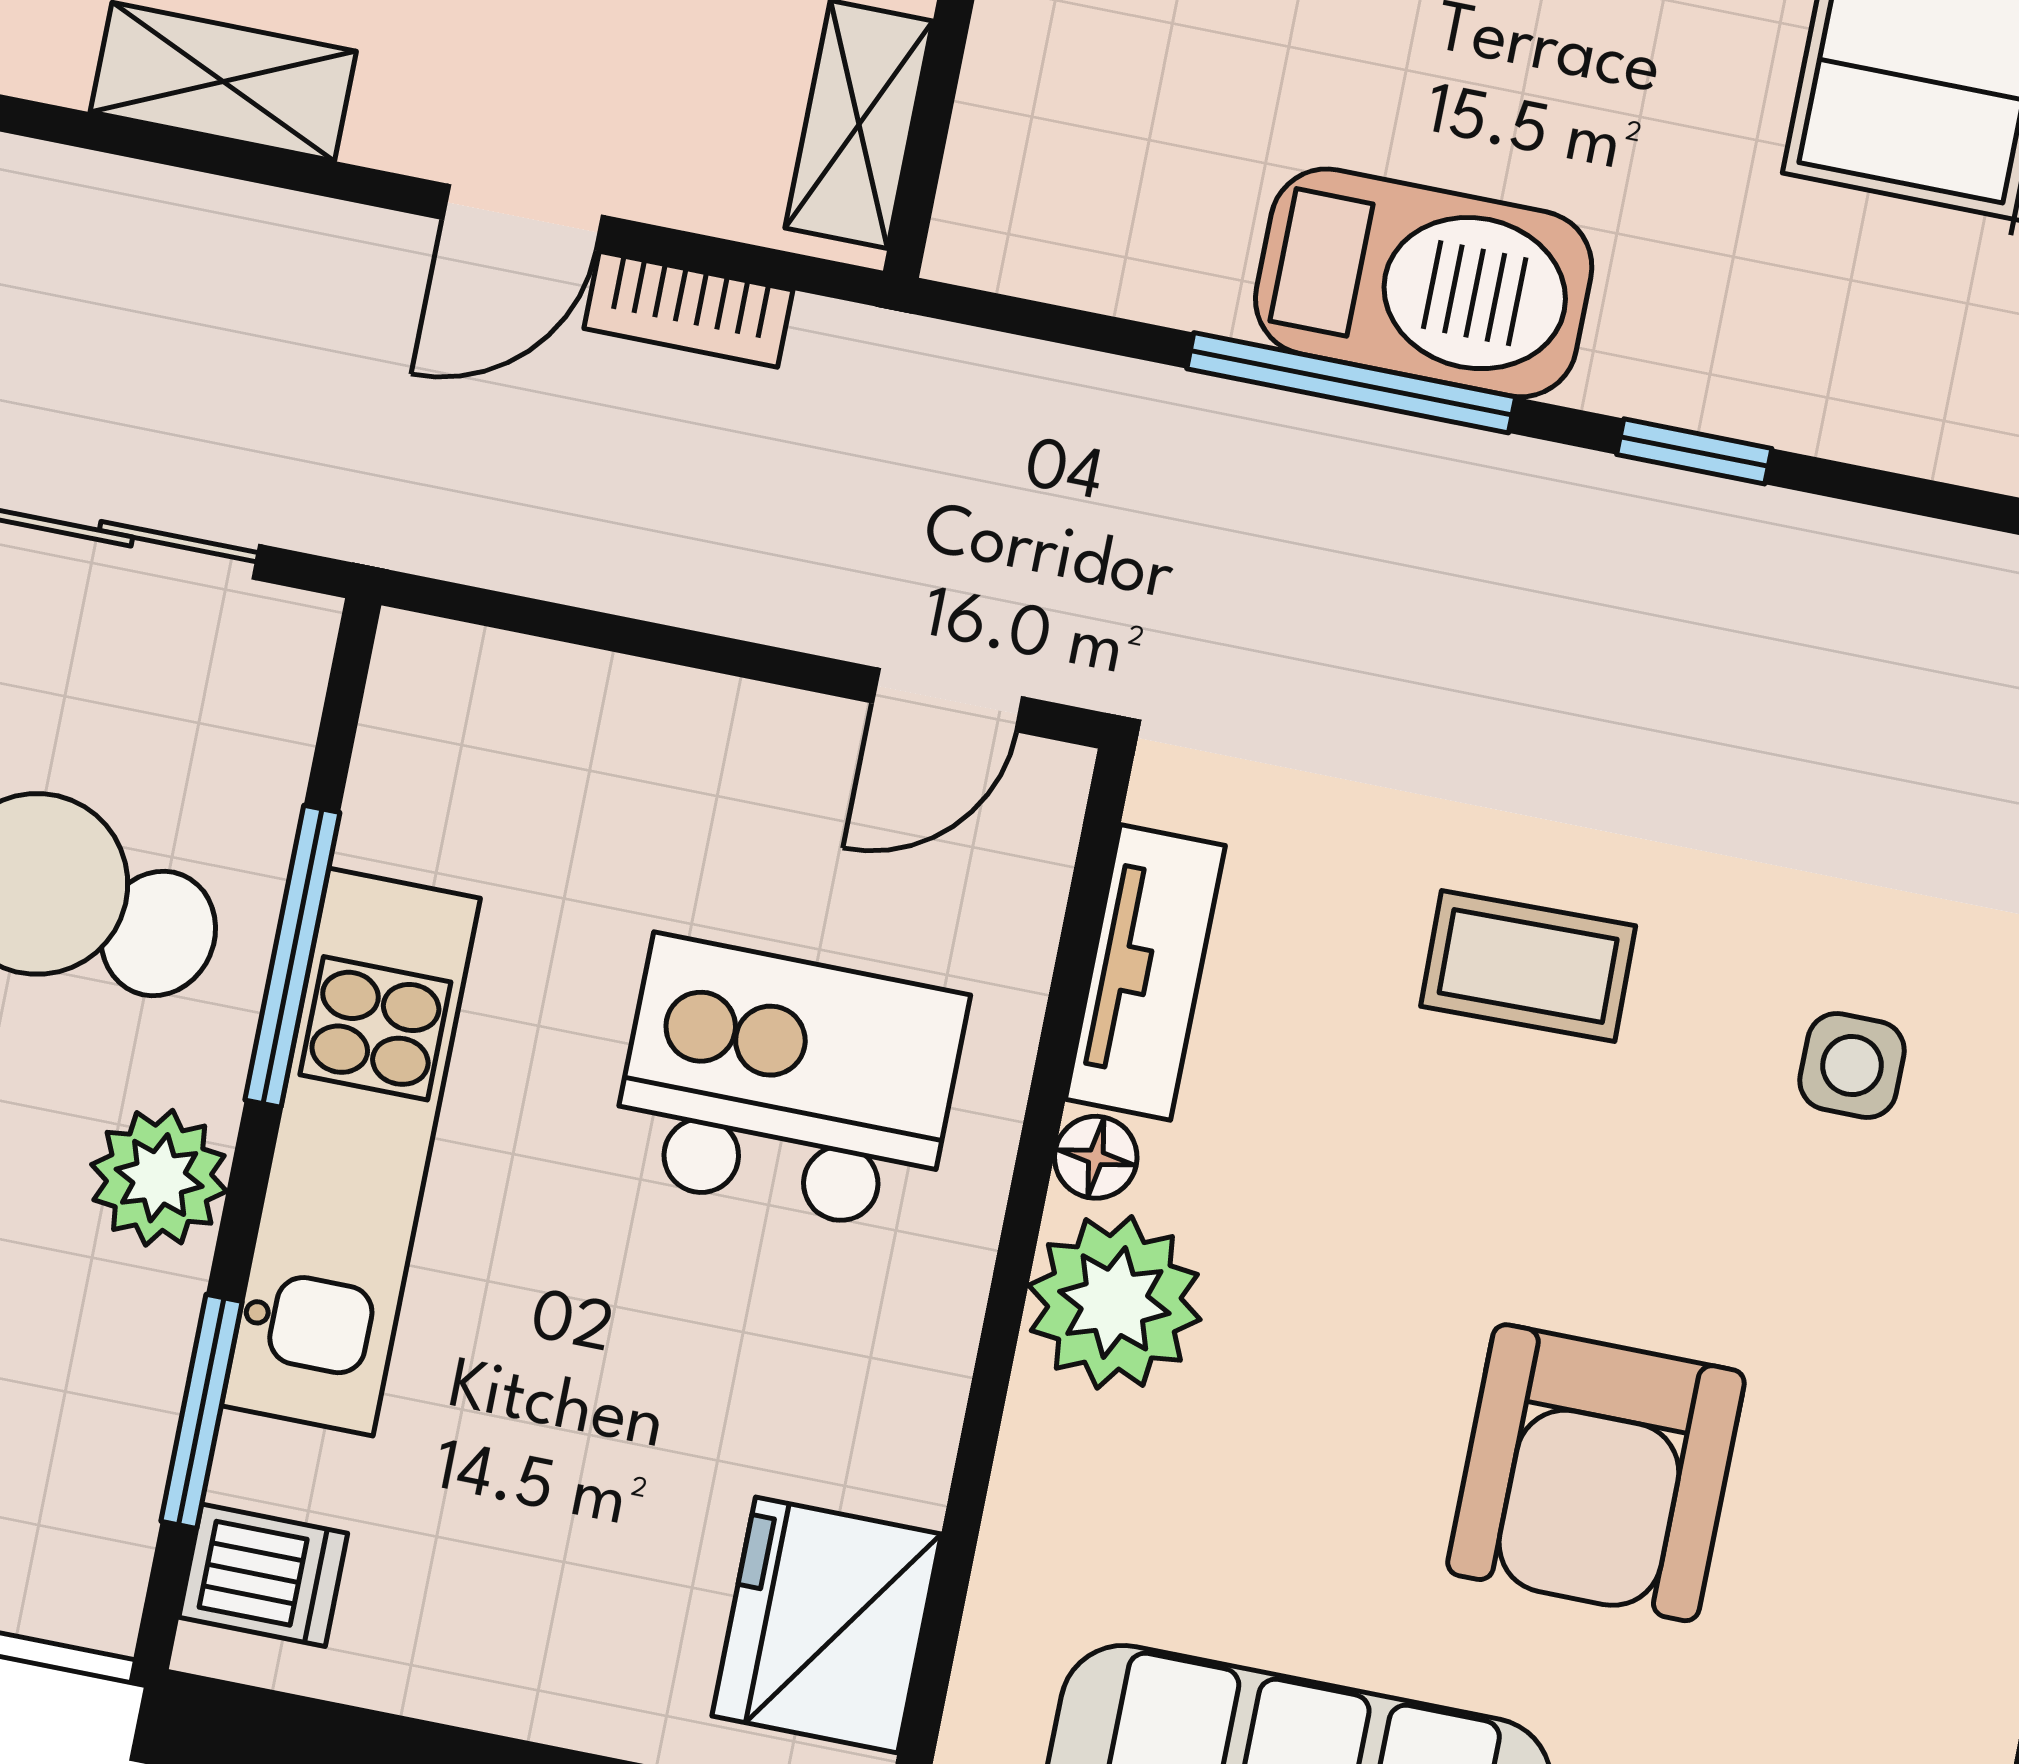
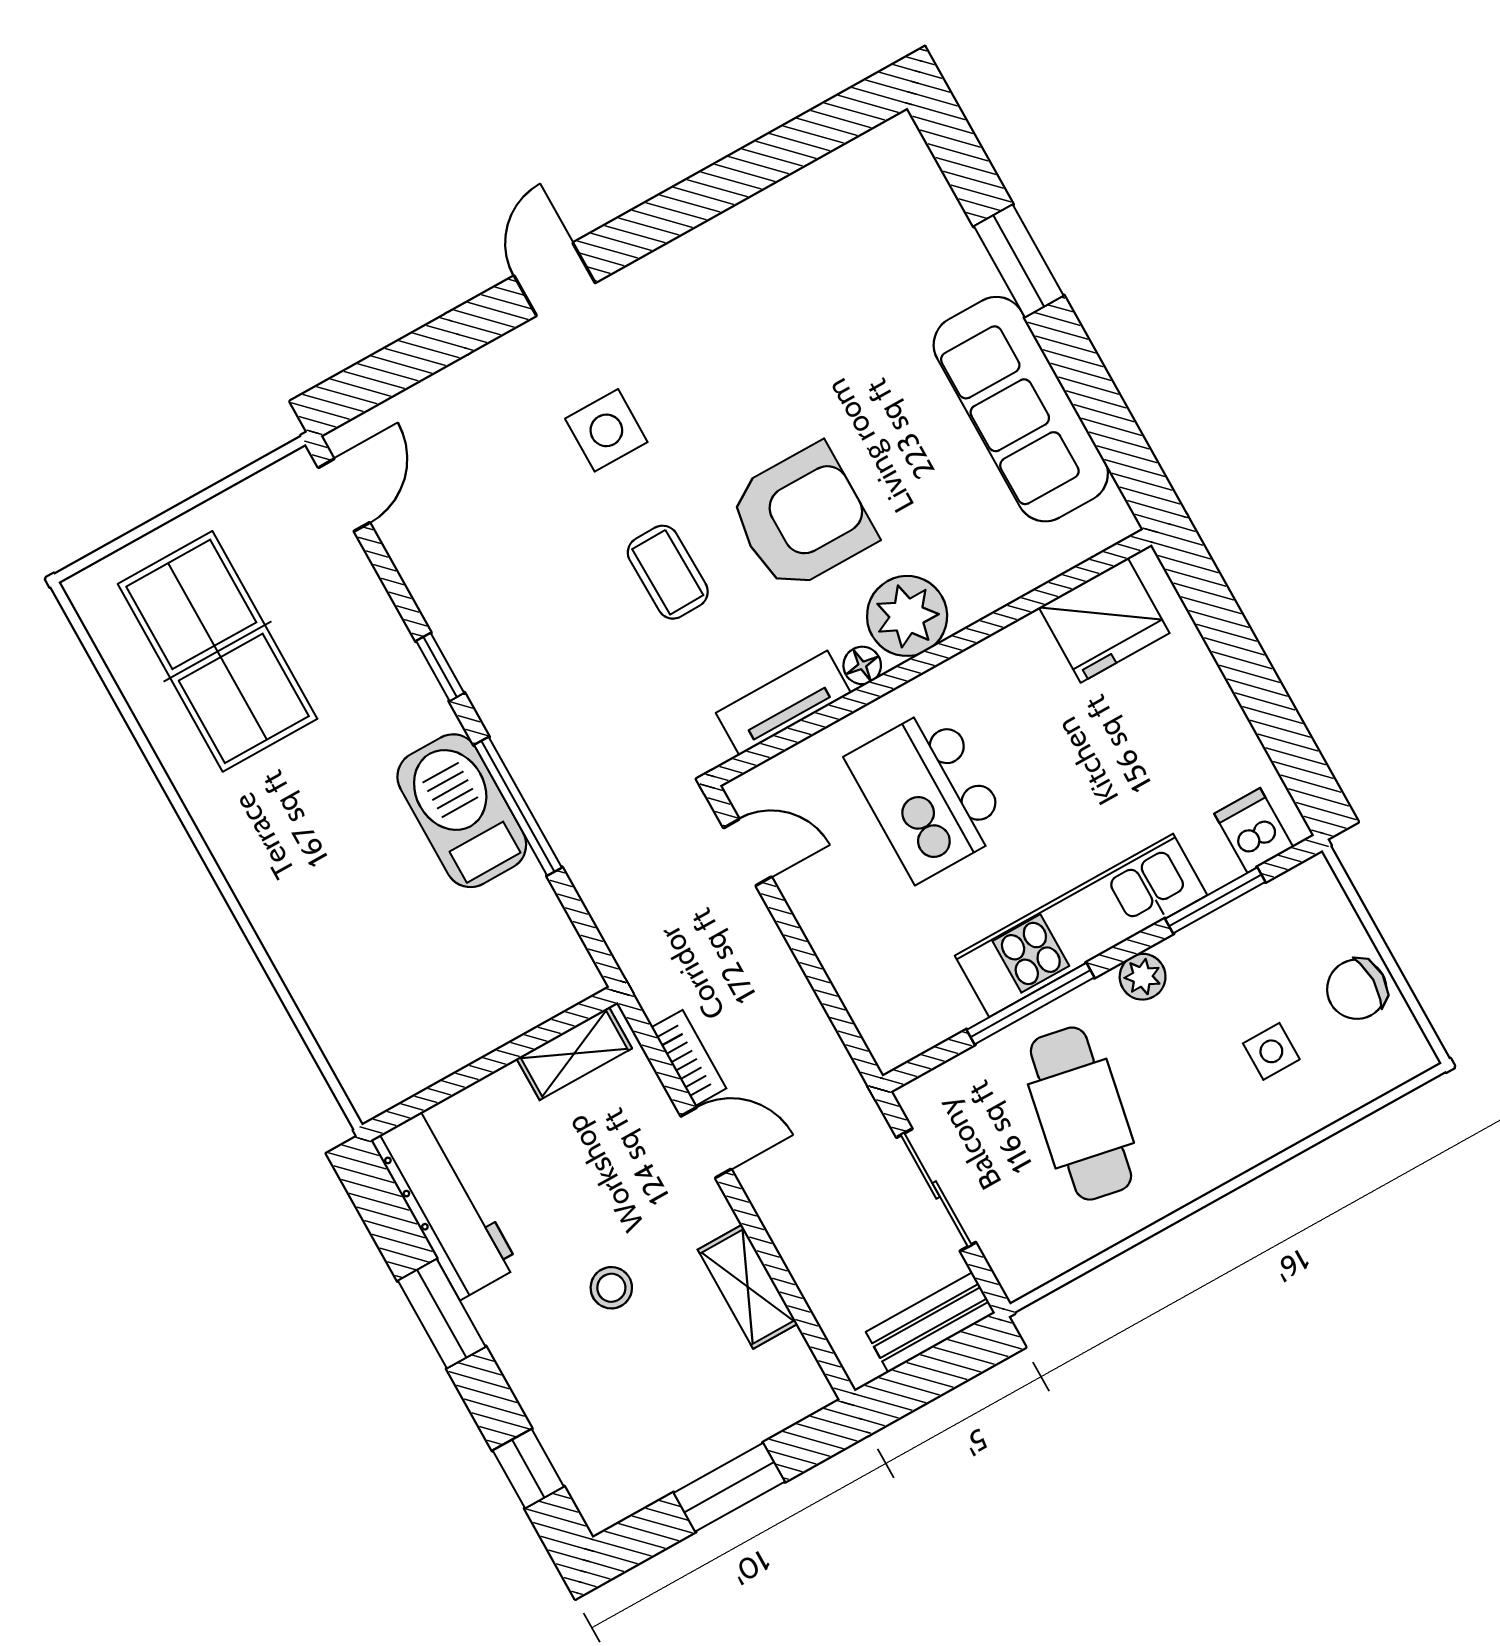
side table: (1852, 1065) -> (606, 430), width x1.37, depth x1.37
plant: (159, 1178) -> (1143, 977), width x0.73, depth x0.73
armchair: (1596, 1473) -> (802, 518), moved

